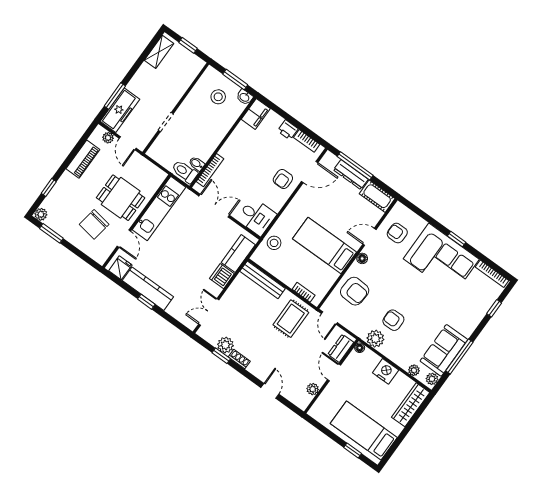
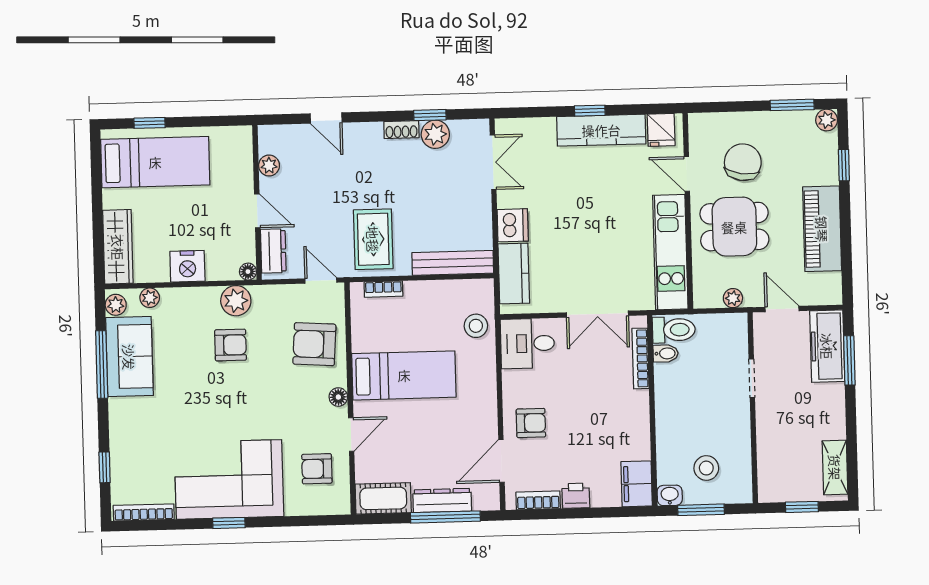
plant: (108, 138) -> (733, 298), moved
piano: (83, 159) -> (822, 229), width x1.37, depth x1.33
armchair: (283, 179) -> (531, 423), turned 90
armchair: (397, 233) -> (317, 469), turned 180

